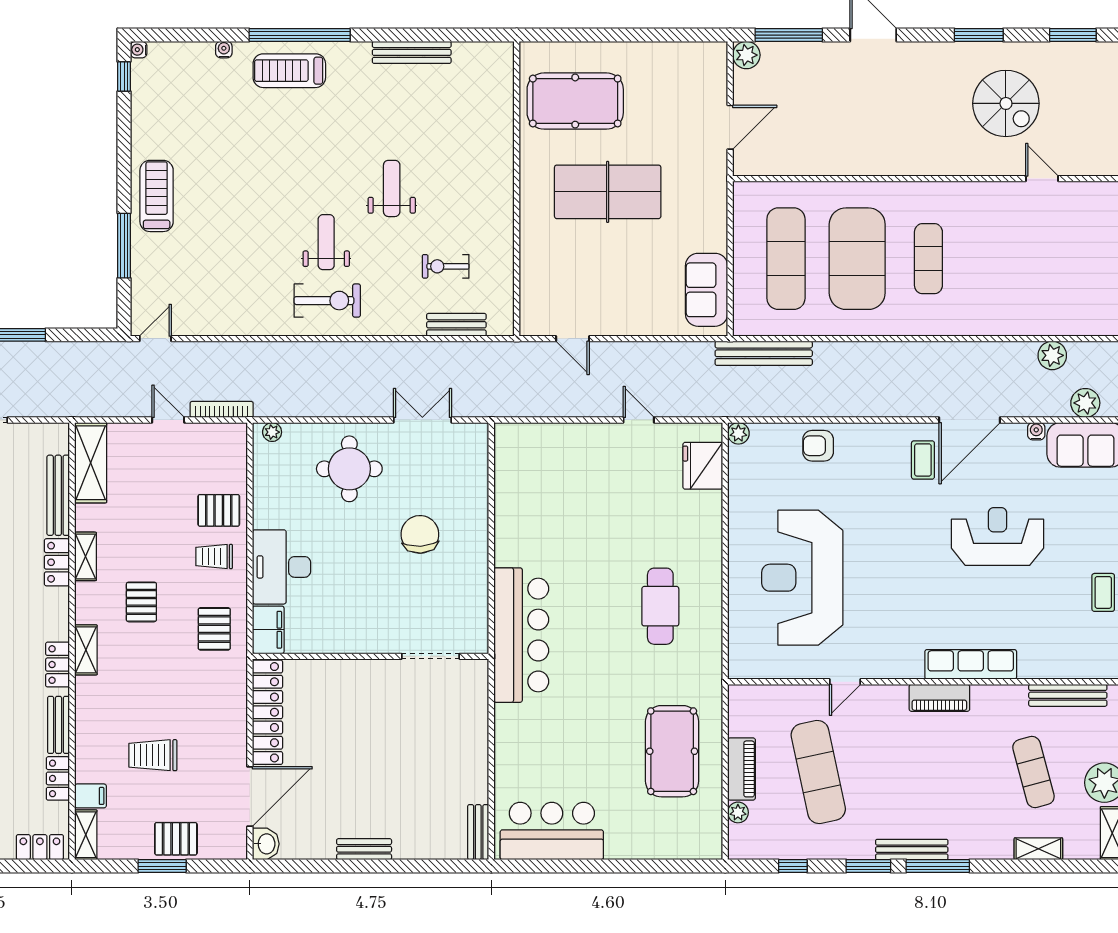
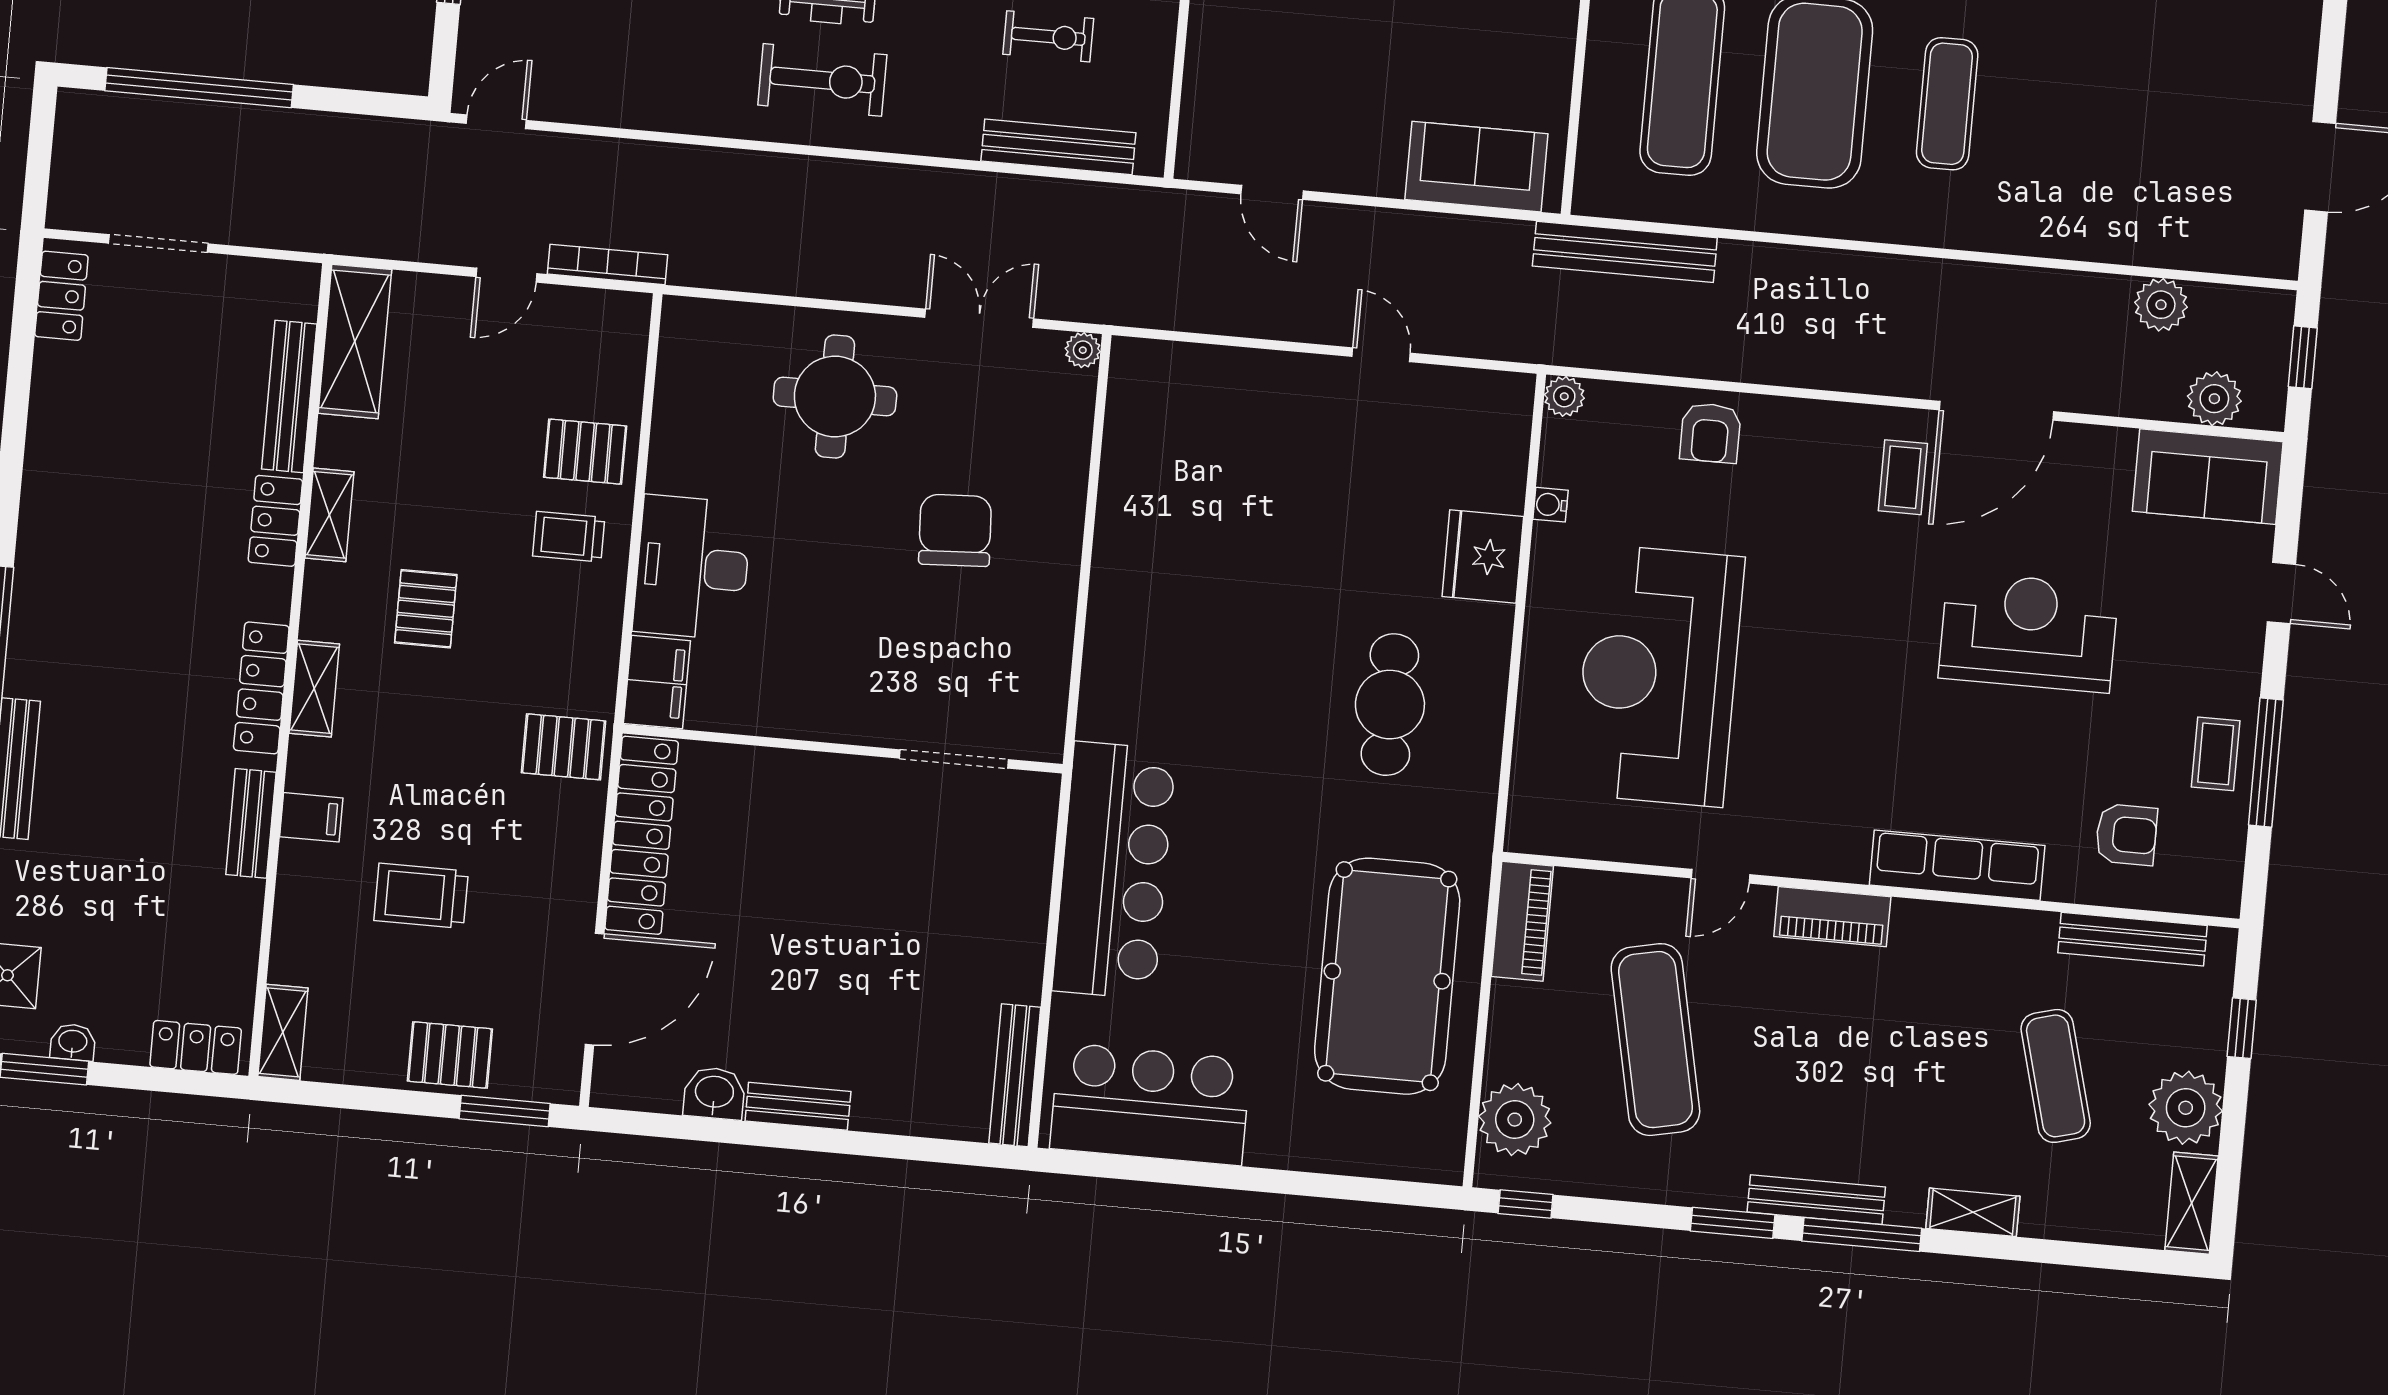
exercise bike: (446, 266) -> (1048, 36), turned 180
sofa: (707, 290) -> (1476, 167), moved, turned 90
bench: (456, 325) -> (1058, 147), width x1.36
door: (168, 420) -> (506, 275), swing flipped
water cooler: (1036, 431) -> (1550, 505), moved, turned -90
plant: (272, 432) -> (1083, 350), moved
armchair: (818, 446) -> (1710, 433), turned -90
fridge: (703, 466) -> (1483, 557), moved
pallet: (214, 629) -> (564, 747), moved, turned 90
bar counter: (521, 635) -> (1114, 870), moved
armchair: (1059, 640) -> (2126, 835), added
locker: (57, 665) -> (261, 688), width x1.53
piano: (939, 698) -> (1832, 917), moved
pool table: (672, 751) -> (1387, 976), width x1.36, depth x1.32
piano: (742, 769) -> (1522, 921), moved
locker: (58, 778) -> (241, 923), removed
filing cabinet: (90, 796) -> (311, 817), moved
plant: (738, 812) -> (1515, 1120), width x1.88, depth x1.88
bench: (478, 832) -> (1015, 1075), width x1.36
washbasin: (266, 844) -> (714, 1093), moved, turned -90
shelving: (1038, 849) -> (1973, 1212), moved
window: (162, 866) -> (505, 1111), moved
window: (793, 866) -> (1526, 1204), moved

